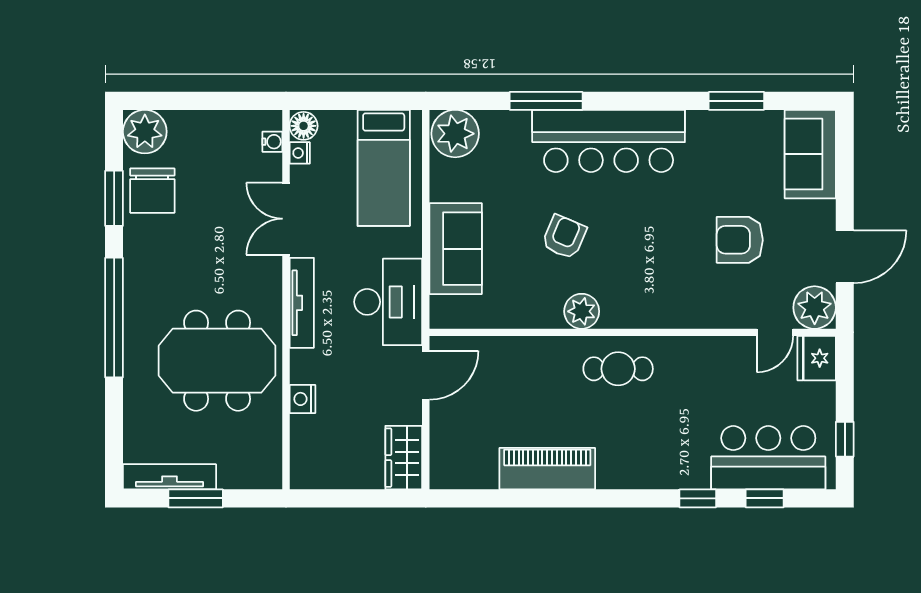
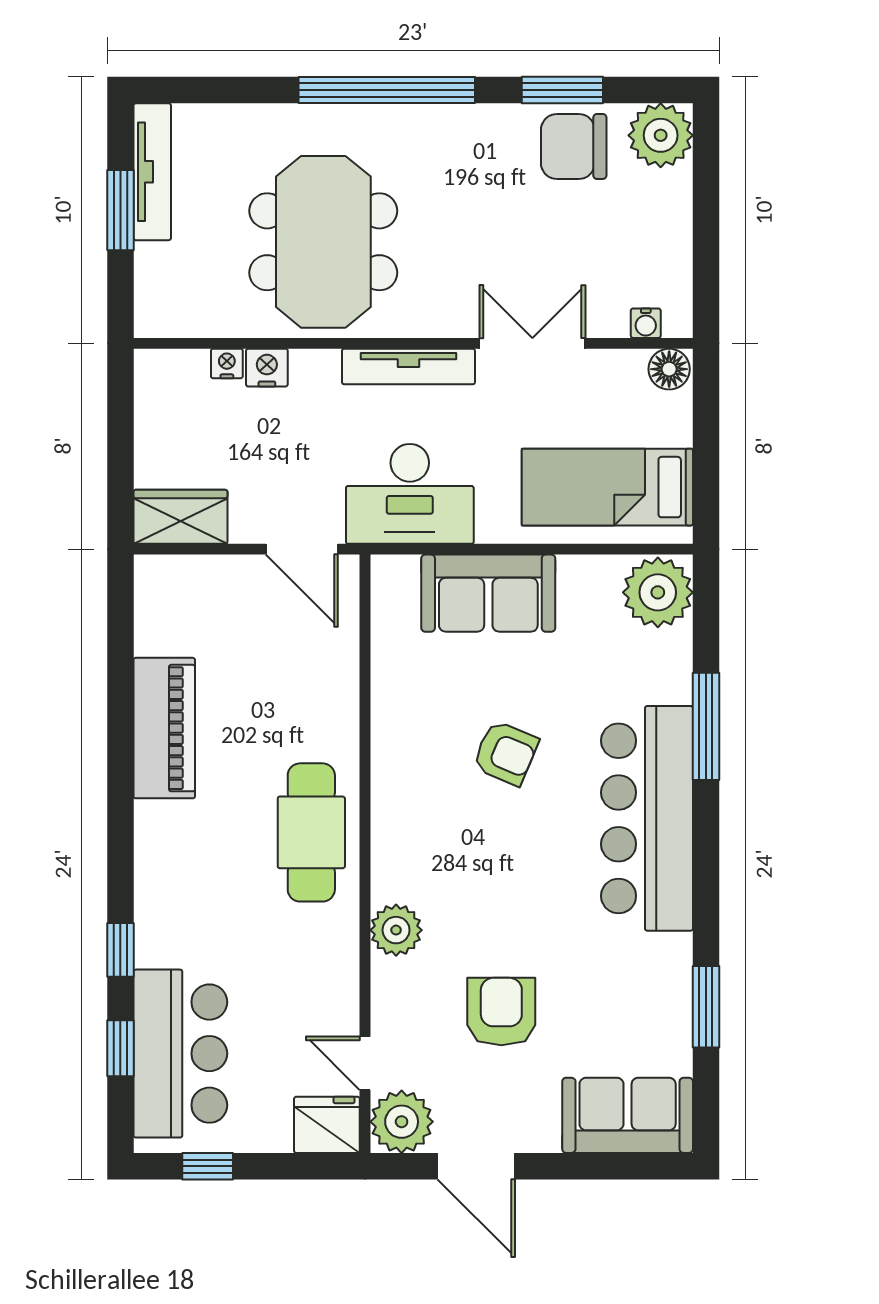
nightstand: (300, 153) -> (227, 363), moved
plant: (582, 311) -> (396, 930), moved
cafe table: (618, 369) -> (311, 832), width x1.37, depth x1.35

